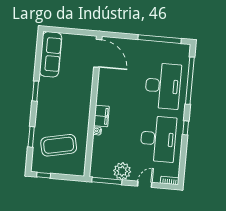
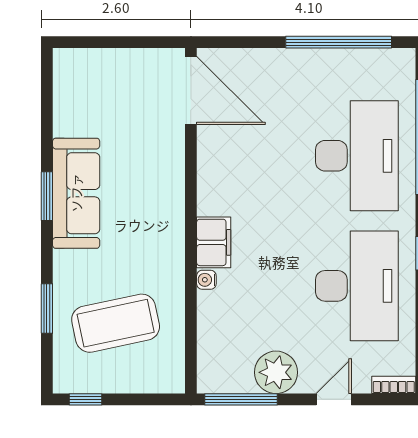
sofa: (51, 54) -> (76, 193), moved

